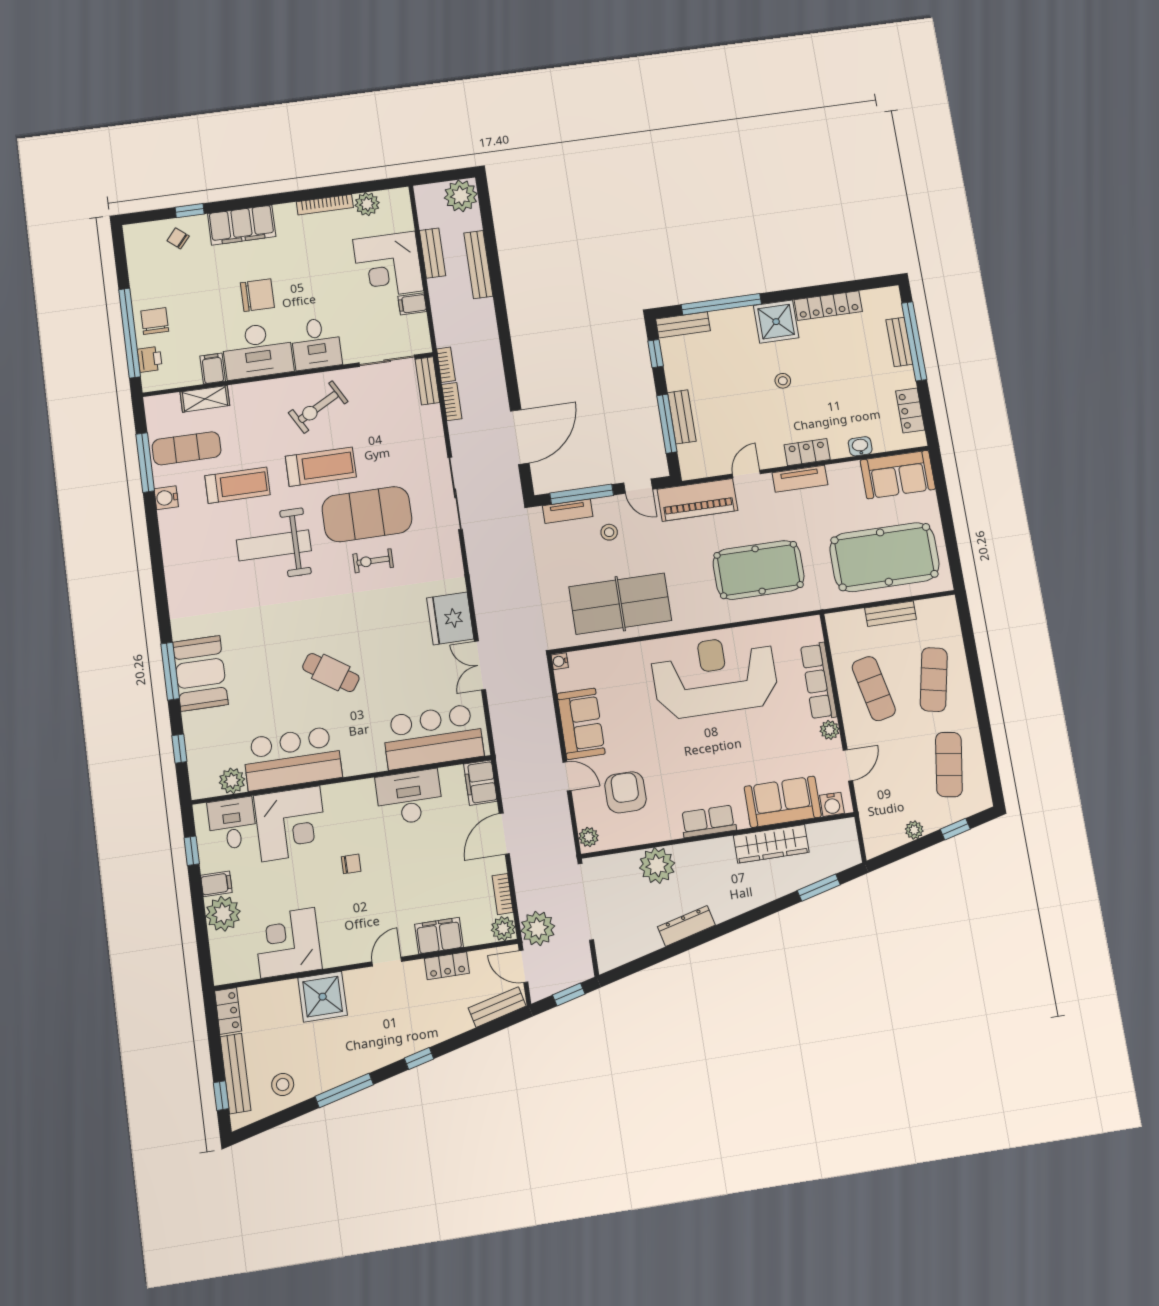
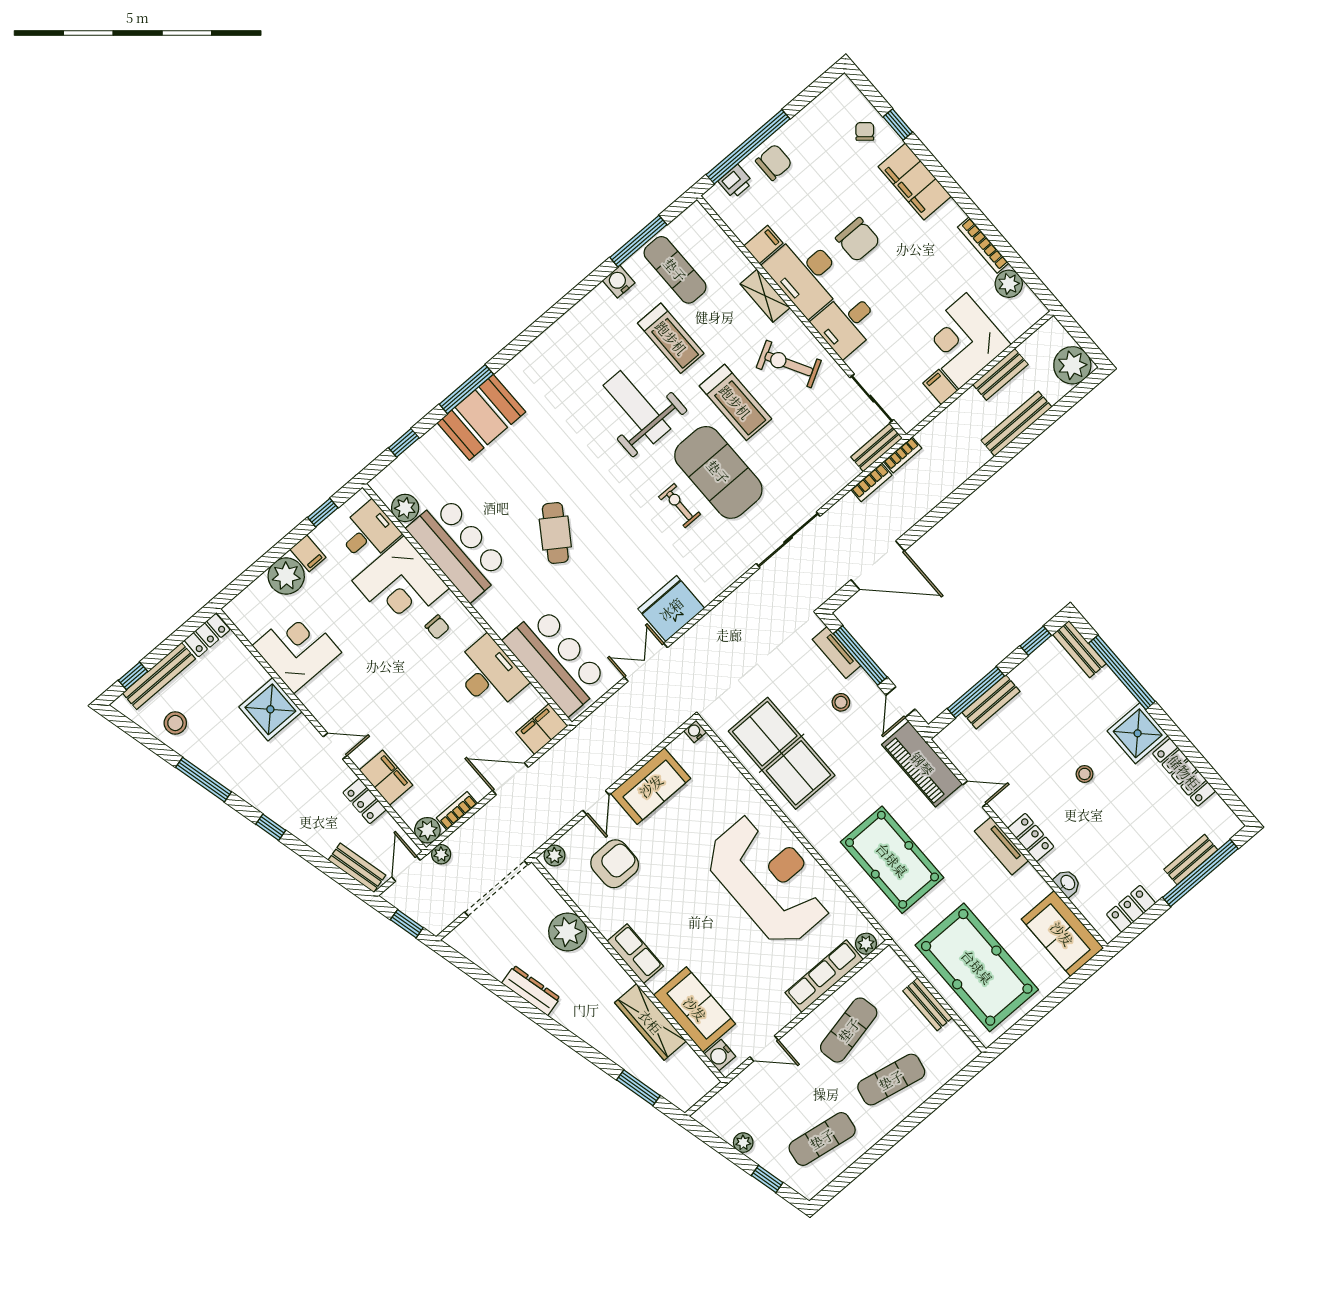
shelving: (205, 399) -> (765, 296), moved
plant: (830, 730) -> (866, 944), moved
chair: (351, 864) -> (437, 627), moved
plant: (538, 928) -> (441, 854), width x0.53, depth x0.53

